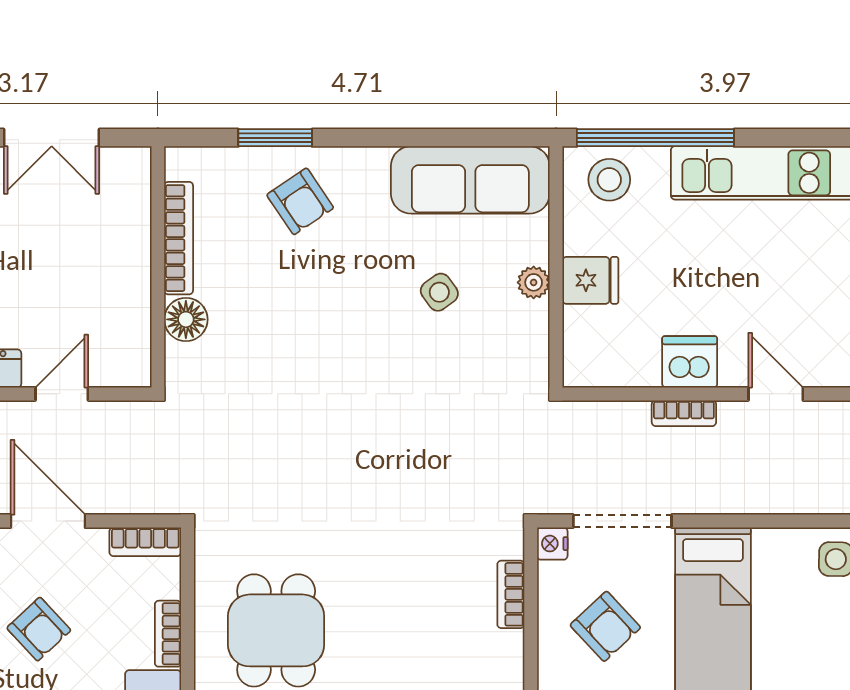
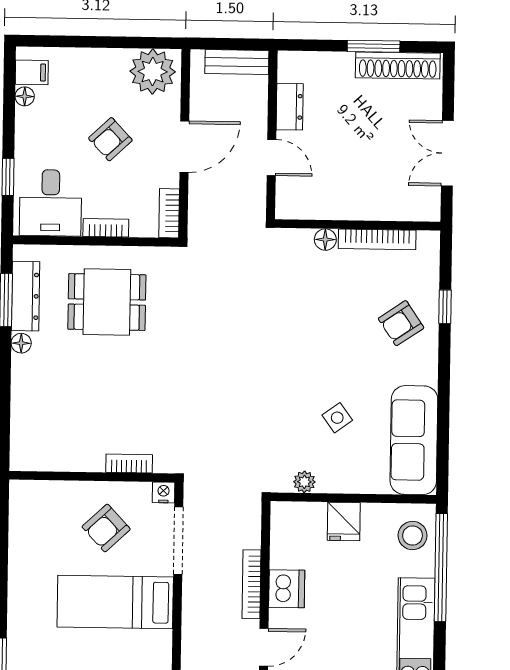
window: (275, 138) -> (445, 307), width x0.67
plant: (534, 282) -> (304, 482), moved
floor lamp: (186, 319) -> (325, 240), width x0.73, depth x0.73
bookcase: (684, 413) -> (252, 584), width x1.56

